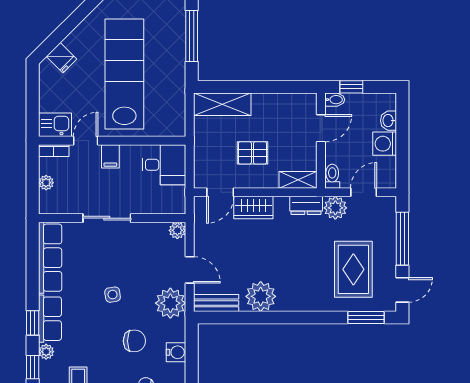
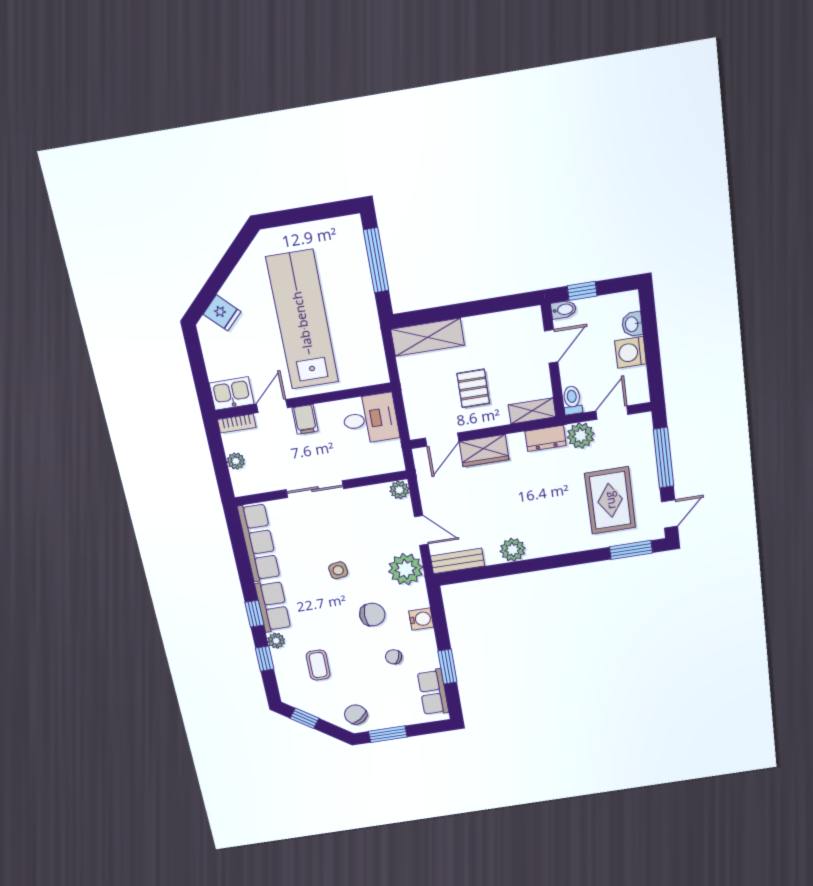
pallet: (252, 153) -> (473, 388), turned 90
plant: (261, 296) -> (513, 550), width x0.73, depth x0.73

